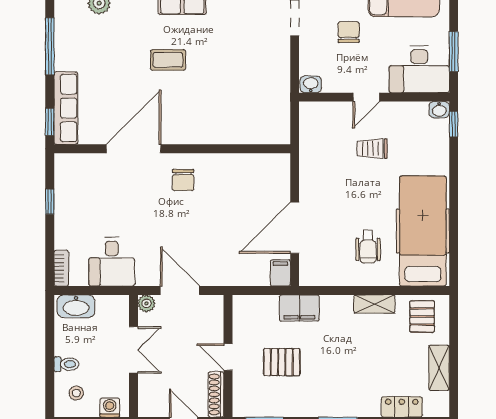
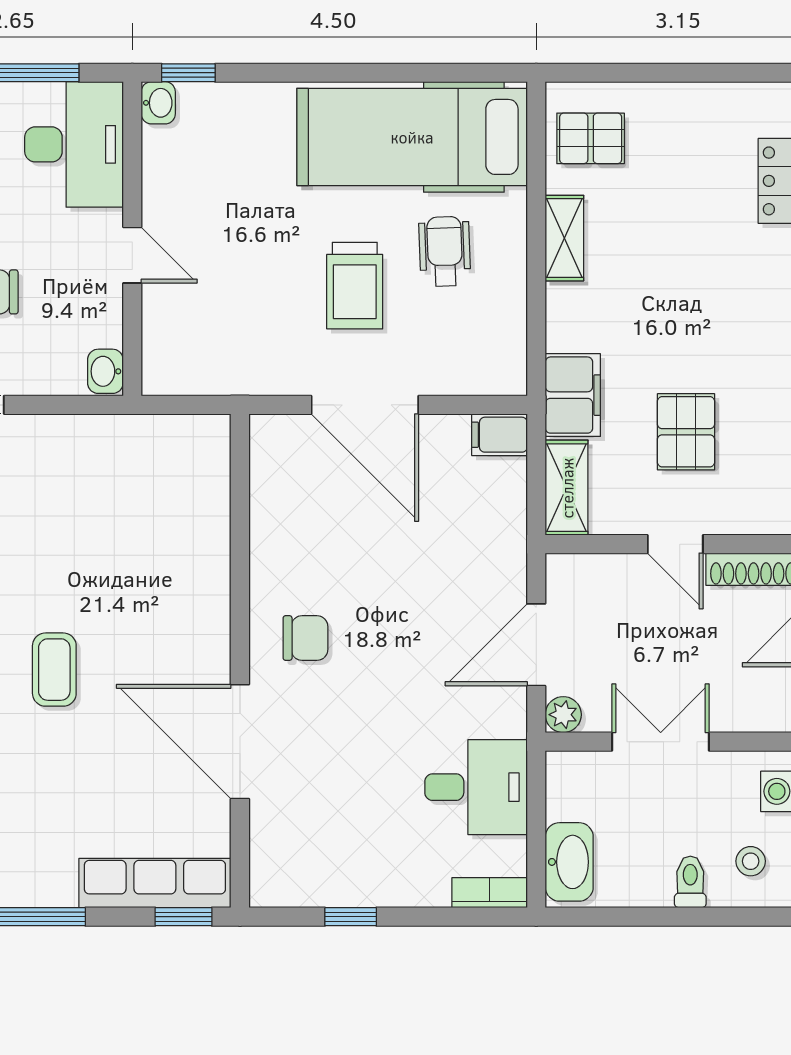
trolley: (372, 149) -> (355, 286), moved, width x1.36, depth x1.39
door: (295, 228) -> (365, 405), moved
wheelchair: (368, 247) -> (445, 251), turned -92
door: (228, 357) -> (675, 544), hinge flipped
shelving: (439, 368) -> (567, 488), moved, turned 90

